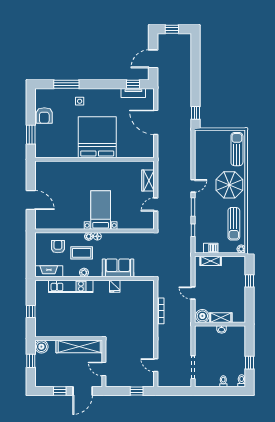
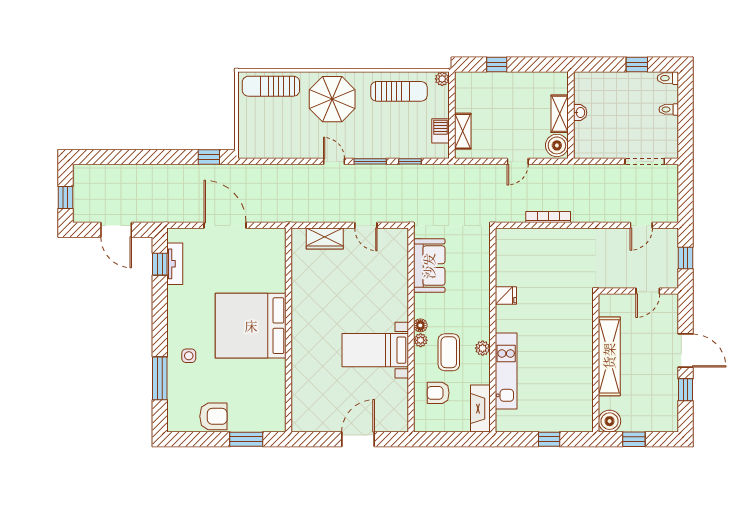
door: (156, 122) -> (225, 225), swing flipped
bed with nightstands: (101, 210) -> (375, 350), moved
sofa: (118, 268) -> (429, 266), moved, turned 180
wall: (104, 363) -> (638, 291), moved
door: (104, 369) -> (648, 291), moved

